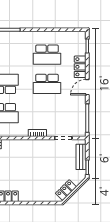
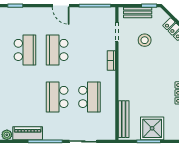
locker: (80, 67) -> (38, 14), removed
school desk: (47, 84) -> (57, 50), turned 180
stool: (56, 163) -> (145, 40), added

